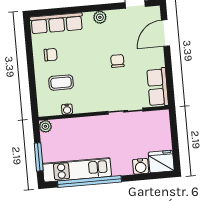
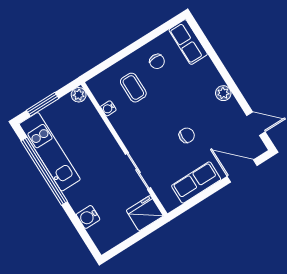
row of seats: (57, 23) -> (188, 42), width x0.68
row of seats: (158, 87) -> (196, 183), moved
fridge: (161, 161) -> (145, 213), moved, turned -90

